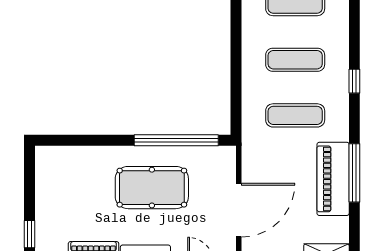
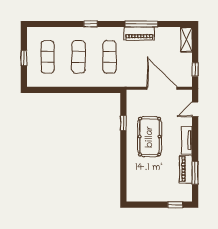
window: (176, 140) -> (123, 123), width x0.32
piano: (333, 179) -> (139, 34), width x0.73, depth x0.75

